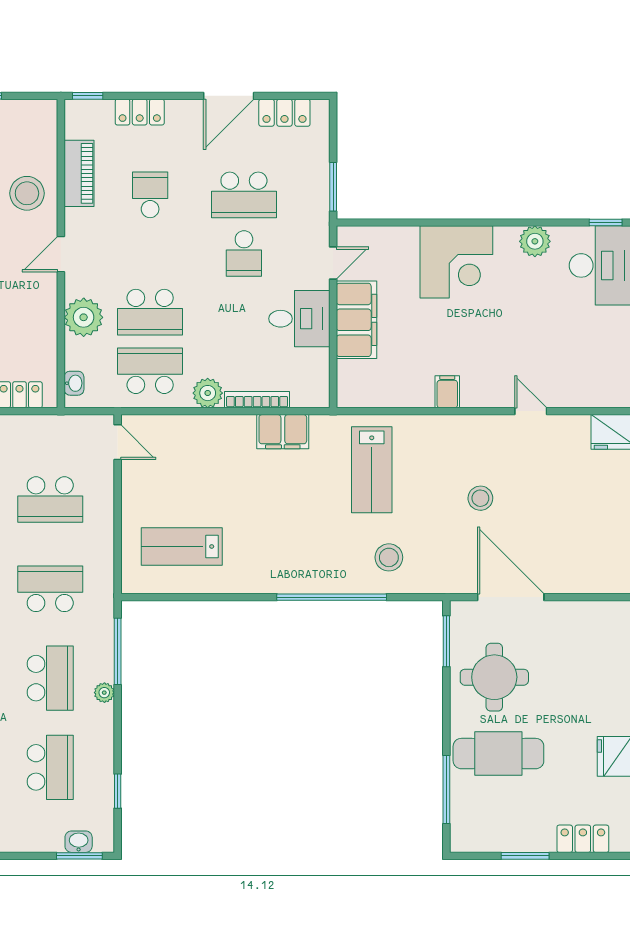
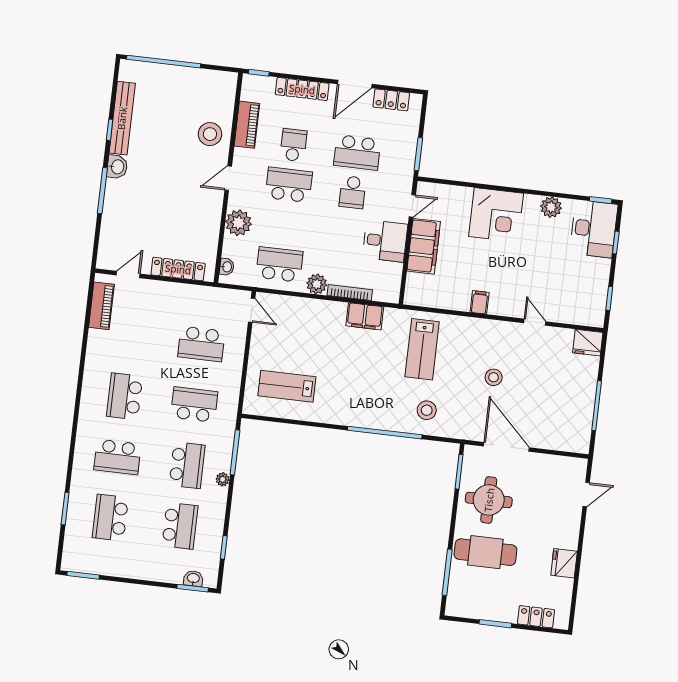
locker: (140, 112) -> (302, 89), width x1.53
school desk: (150, 312) -> (289, 185), moved, turned 180

